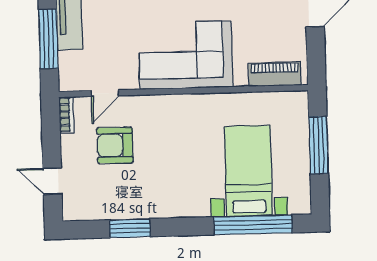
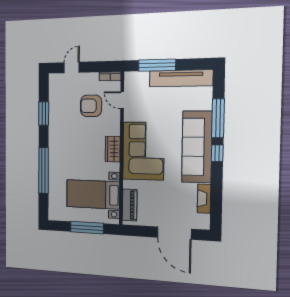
wardrobe: (185, 106) -> (113, 149), added
armchair: (115, 145) -> (91, 106), turned -90
bed with nightstands: (248, 171) -> (93, 194), moved, turned 180
window: (253, 225) -> (44, 170), moved

